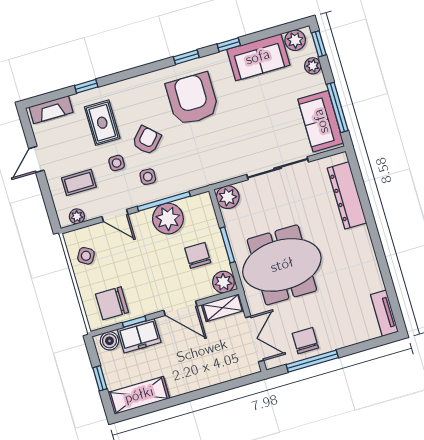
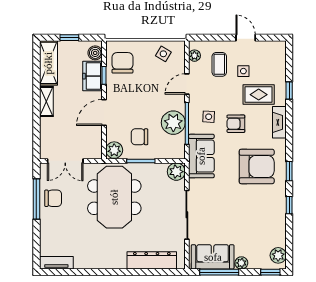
sofa: (258, 57) -> (201, 156), moved, turned 180
plant: (313, 66) -> (241, 263), moved
fireplace: (51, 110) -> (279, 122), moved
armchair: (147, 140) -> (236, 124), turned 137
side table: (117, 163) -> (243, 71), moved
chair: (198, 255) -> (140, 137), turned 180
shelving: (223, 308) -> (46, 102), moved

